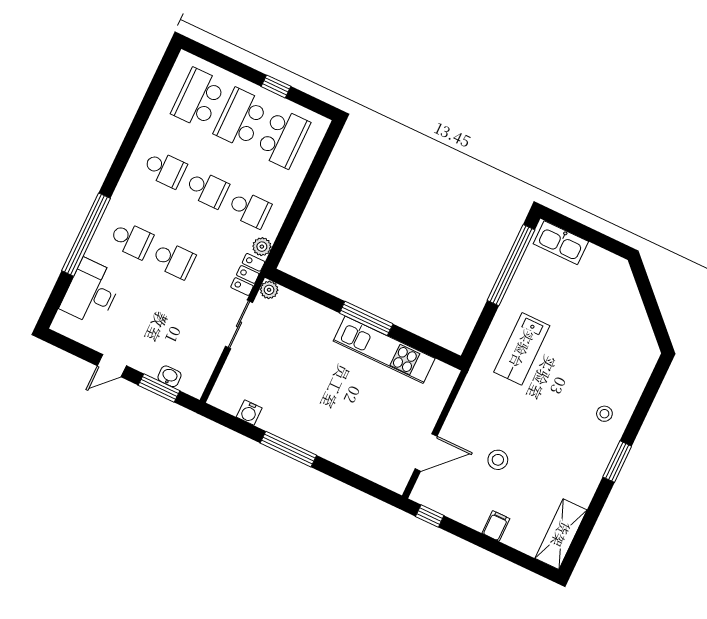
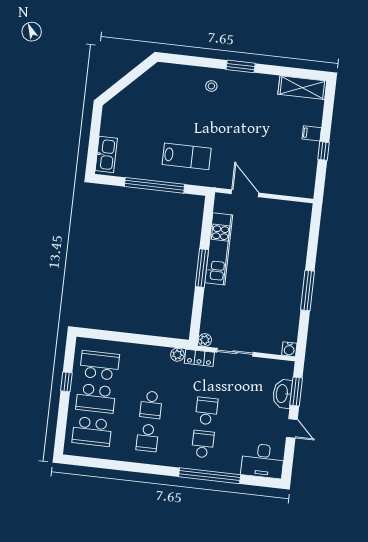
school desk: (165, 169) -> (147, 438), turned 180
school desk: (207, 189) -> (151, 405), turned 180
school desk: (250, 209) -> (155, 372), removed
window: (511, 265) -> (154, 185), moved
desk: (91, 292) -> (263, 461), moved
washbasin: (169, 376) -> (282, 394), width x1.91, depth x1.45
water cooler: (249, 413) -> (289, 349), moved, turned 90
door: (426, 452) -> (245, 193), moved
stool: (498, 460) -> (267, 147), removed
window: (430, 516) -> (323, 151), moved

